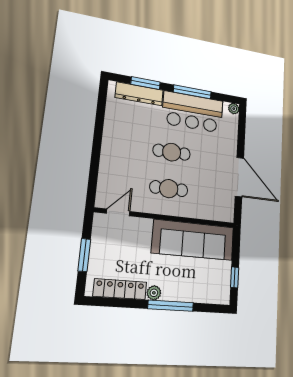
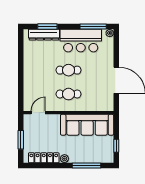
window: (192, 92) -> (93, 27), moved
window: (171, 306) -> (86, 166), moved

